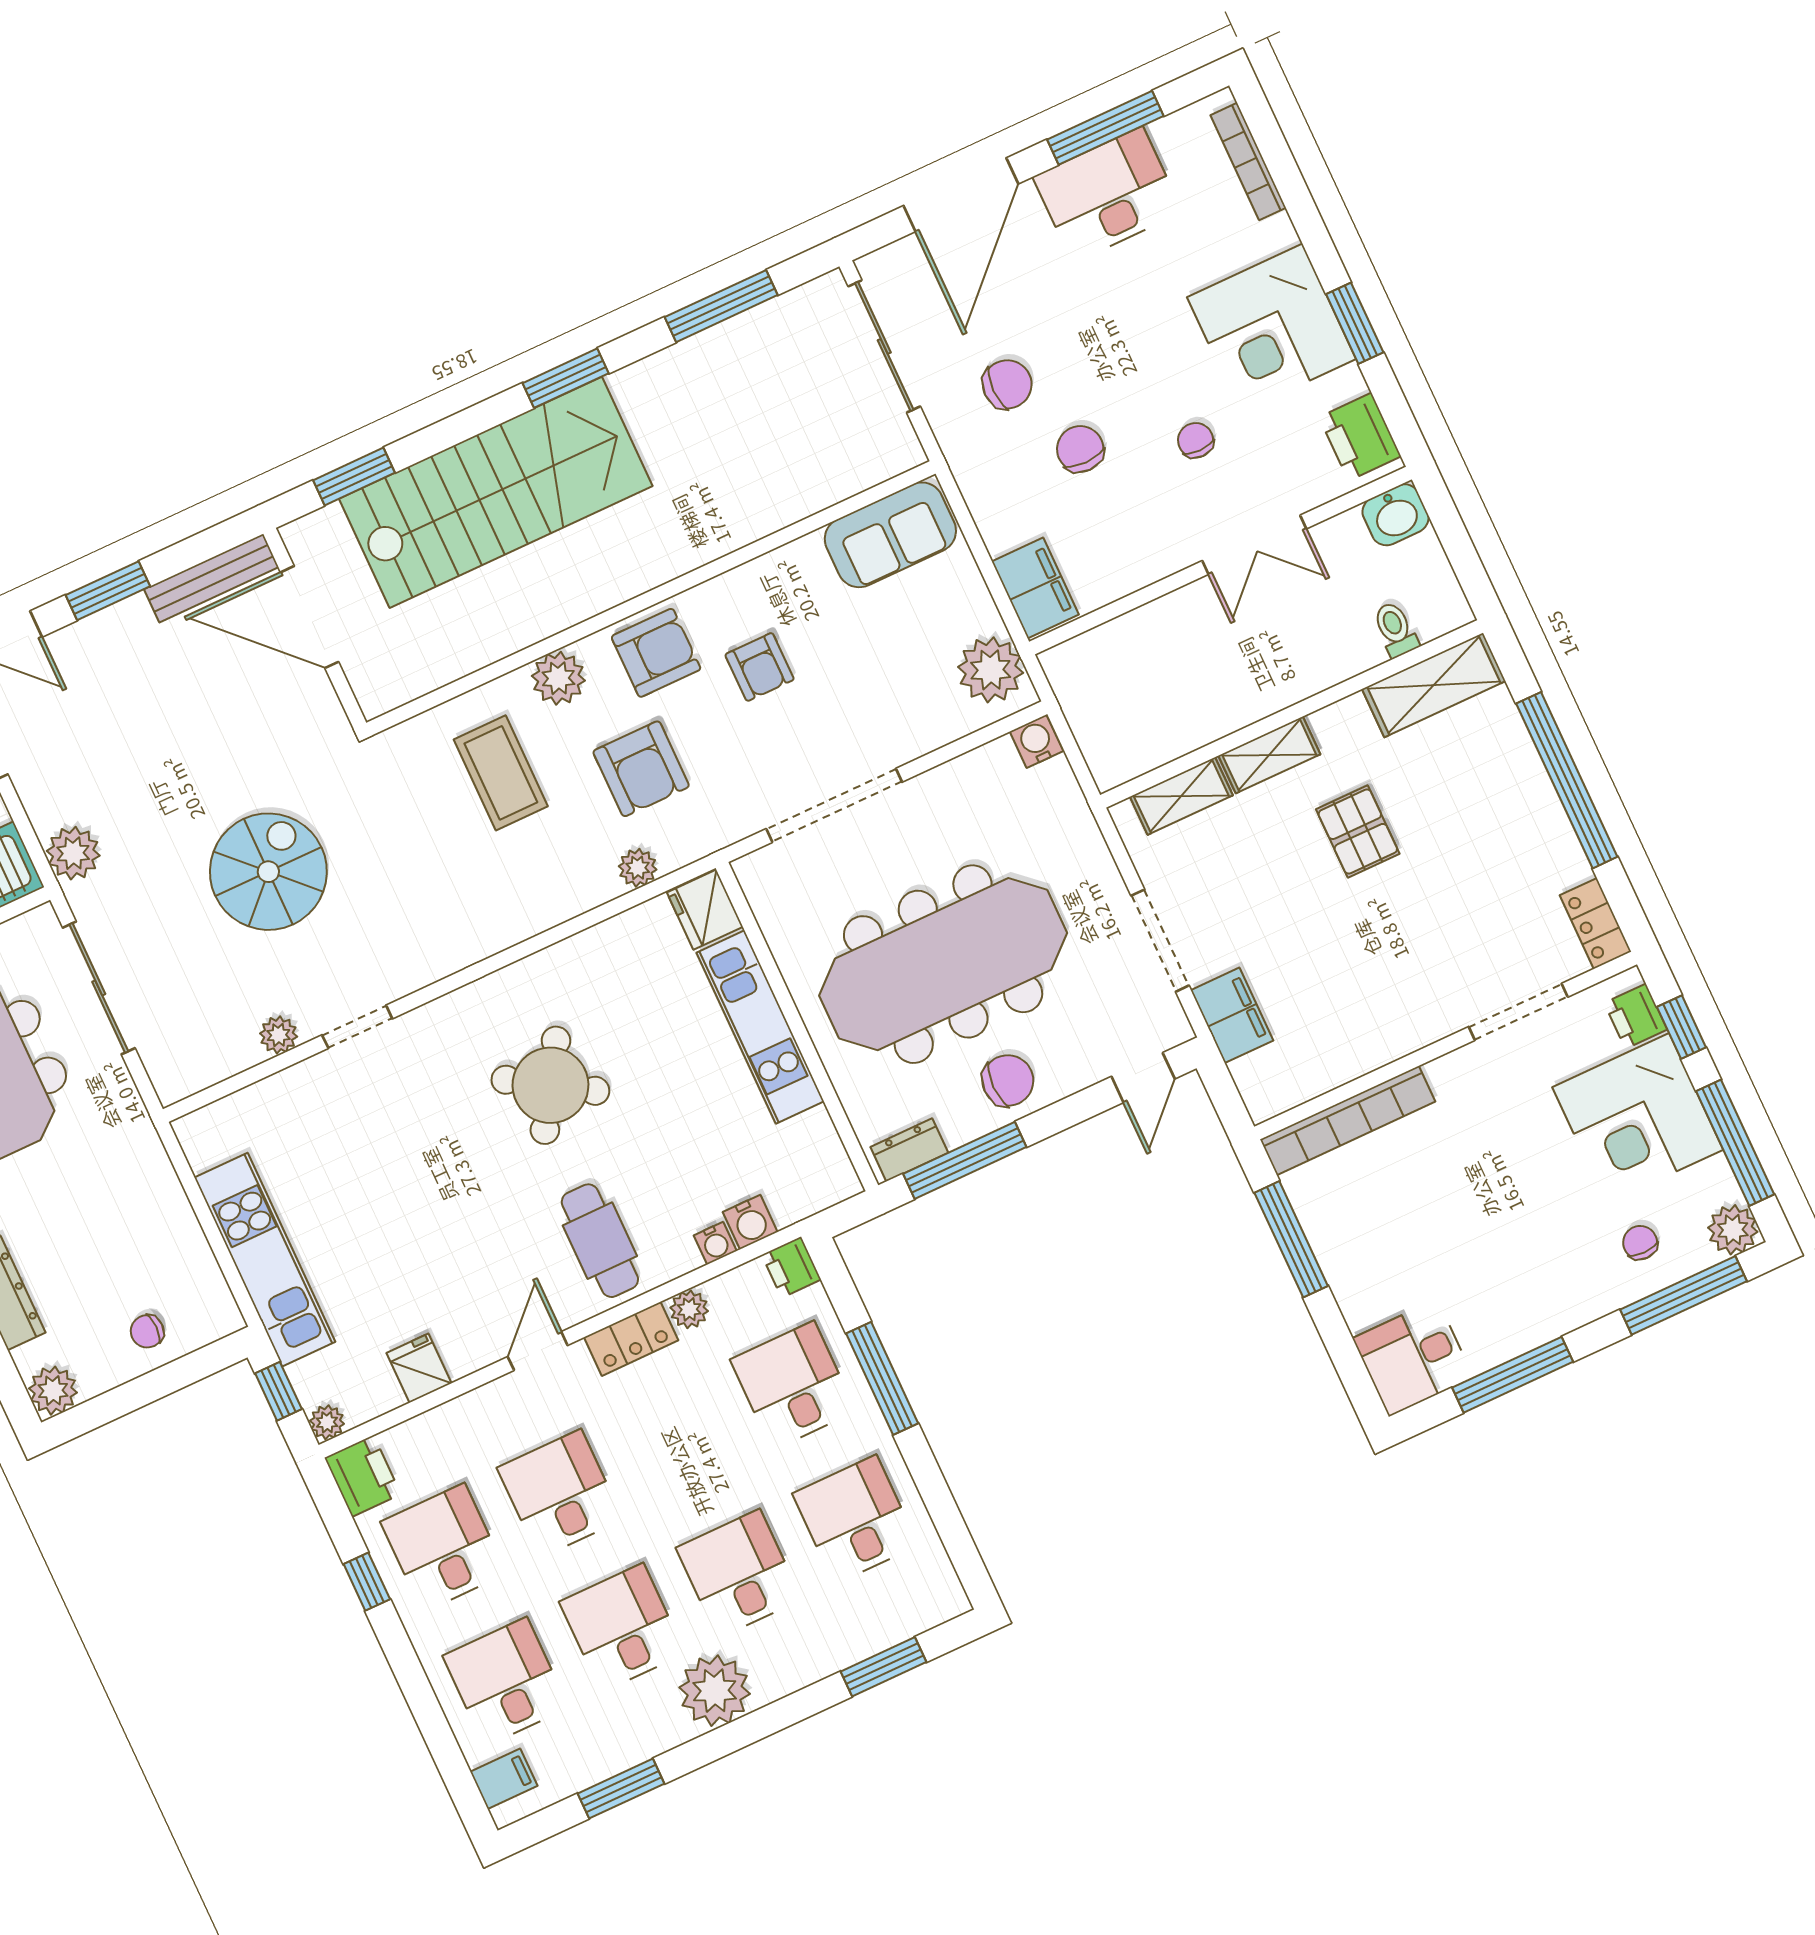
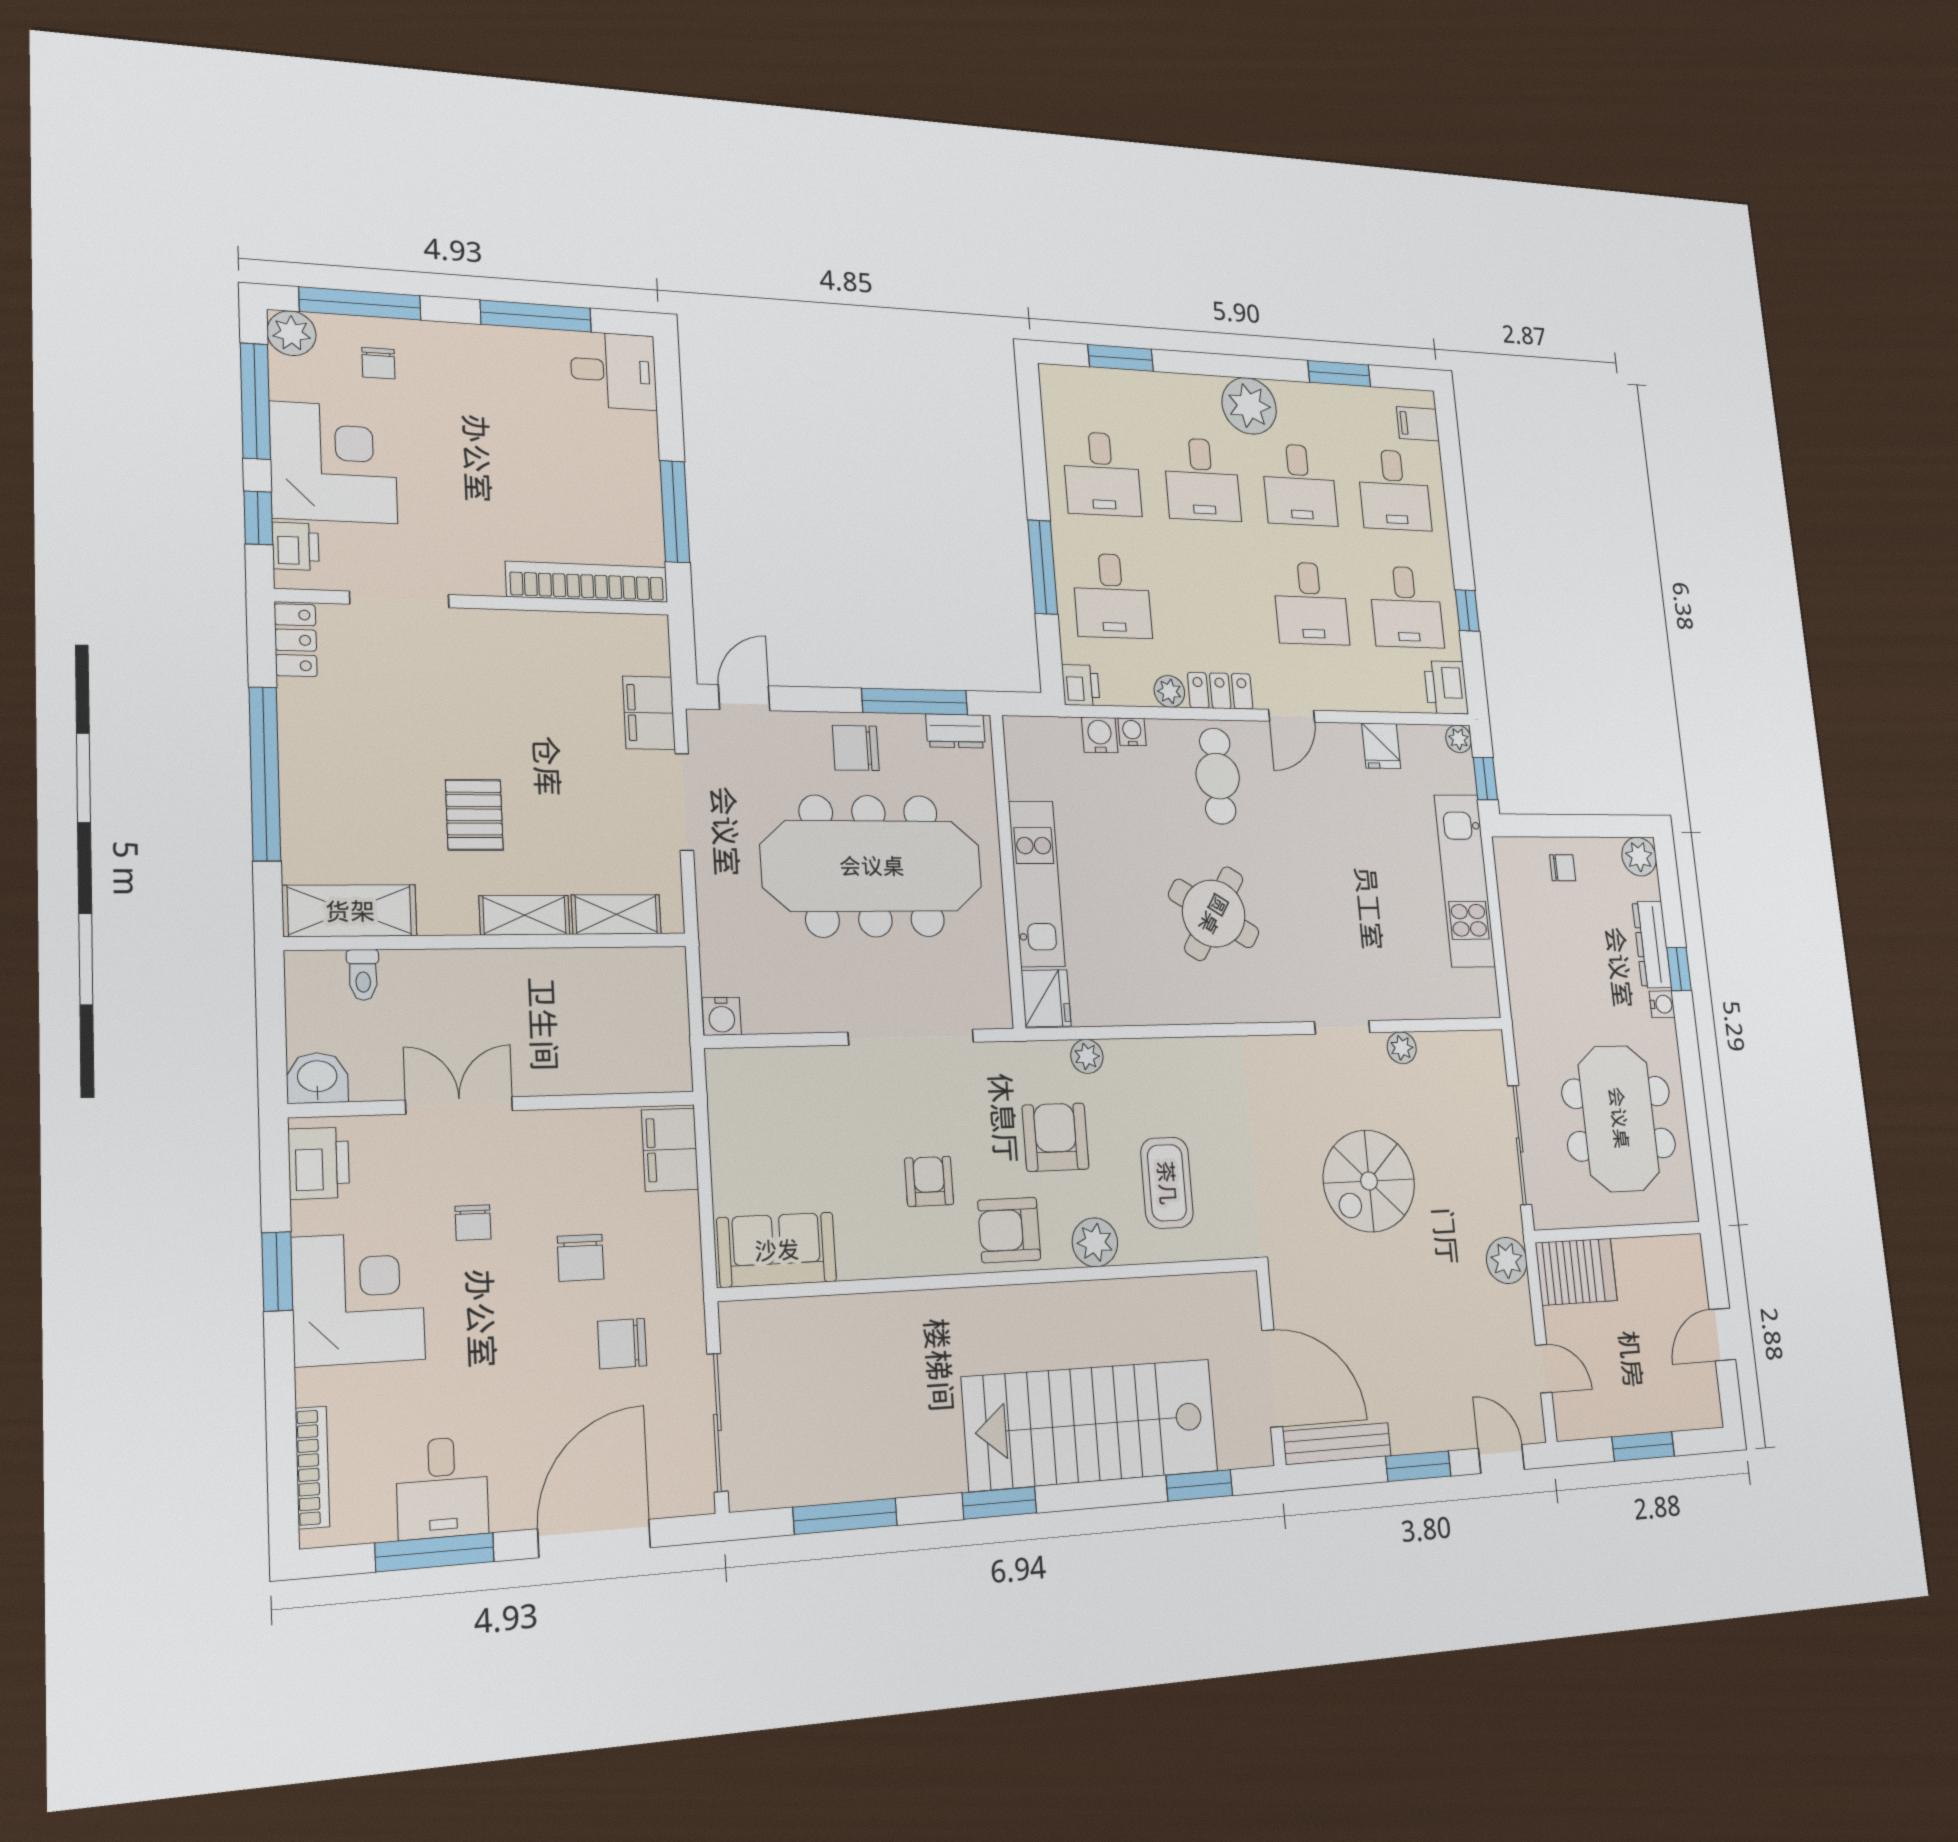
desk: (1108, 195) -> (442, 1488), width x0.73
plant: (991, 670) -> (737, 1095), removed

